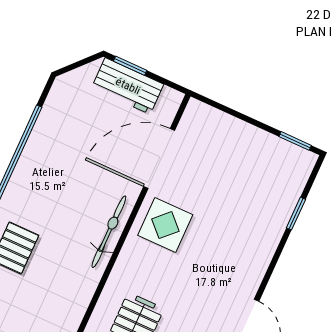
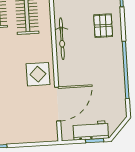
bicycle: (109, 232) -> (62, 39), moved

